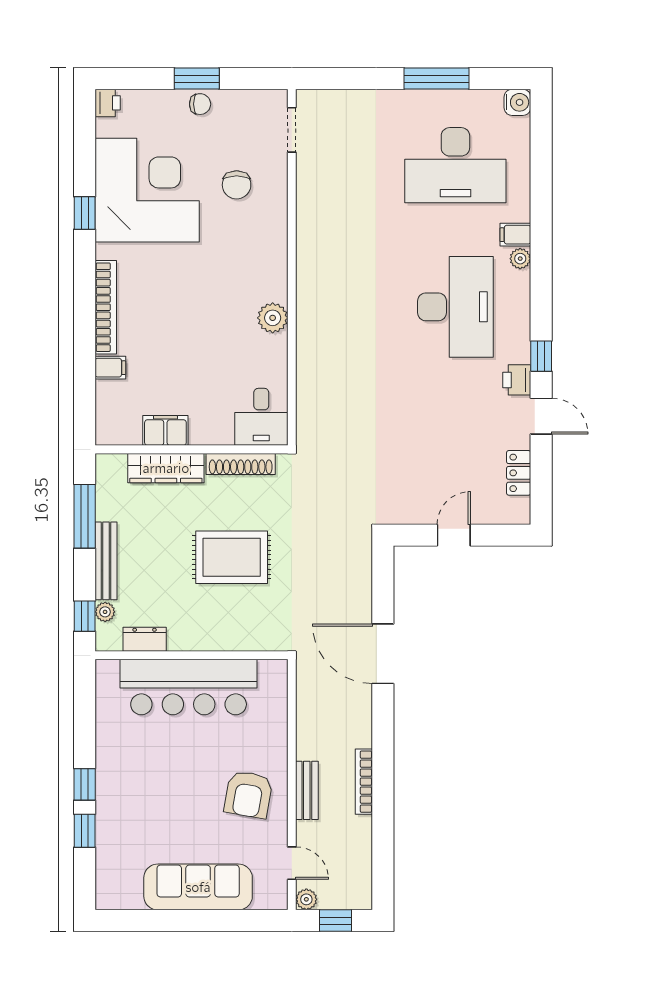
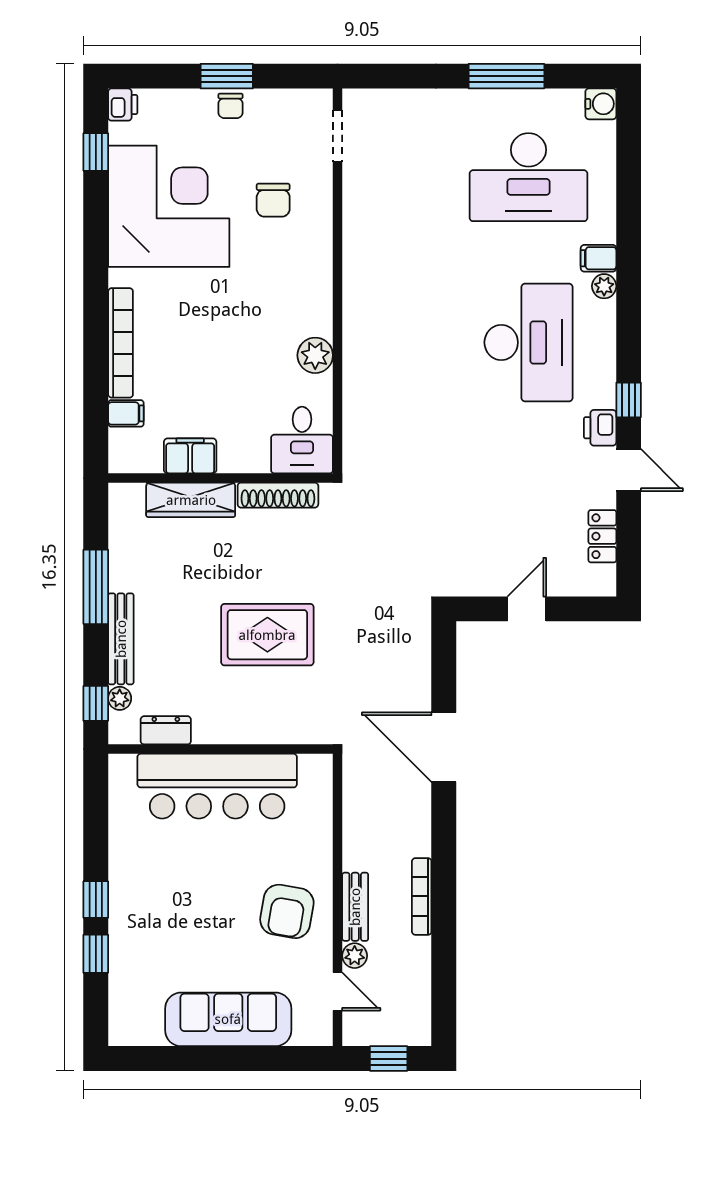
chair: (200, 104) -> (231, 106), turned 90
window: (85, 213) -> (96, 152), moved
desk: (261, 417) -> (302, 440), moved
filing cabinet: (165, 430) -> (190, 456), moved
wall: (191, 449) -> (221, 478), moved
shoe rack: (241, 464) -> (278, 495), moved
wardrobe: (166, 468) -> (191, 500), moved
plant: (306, 899) -> (355, 956), moved

